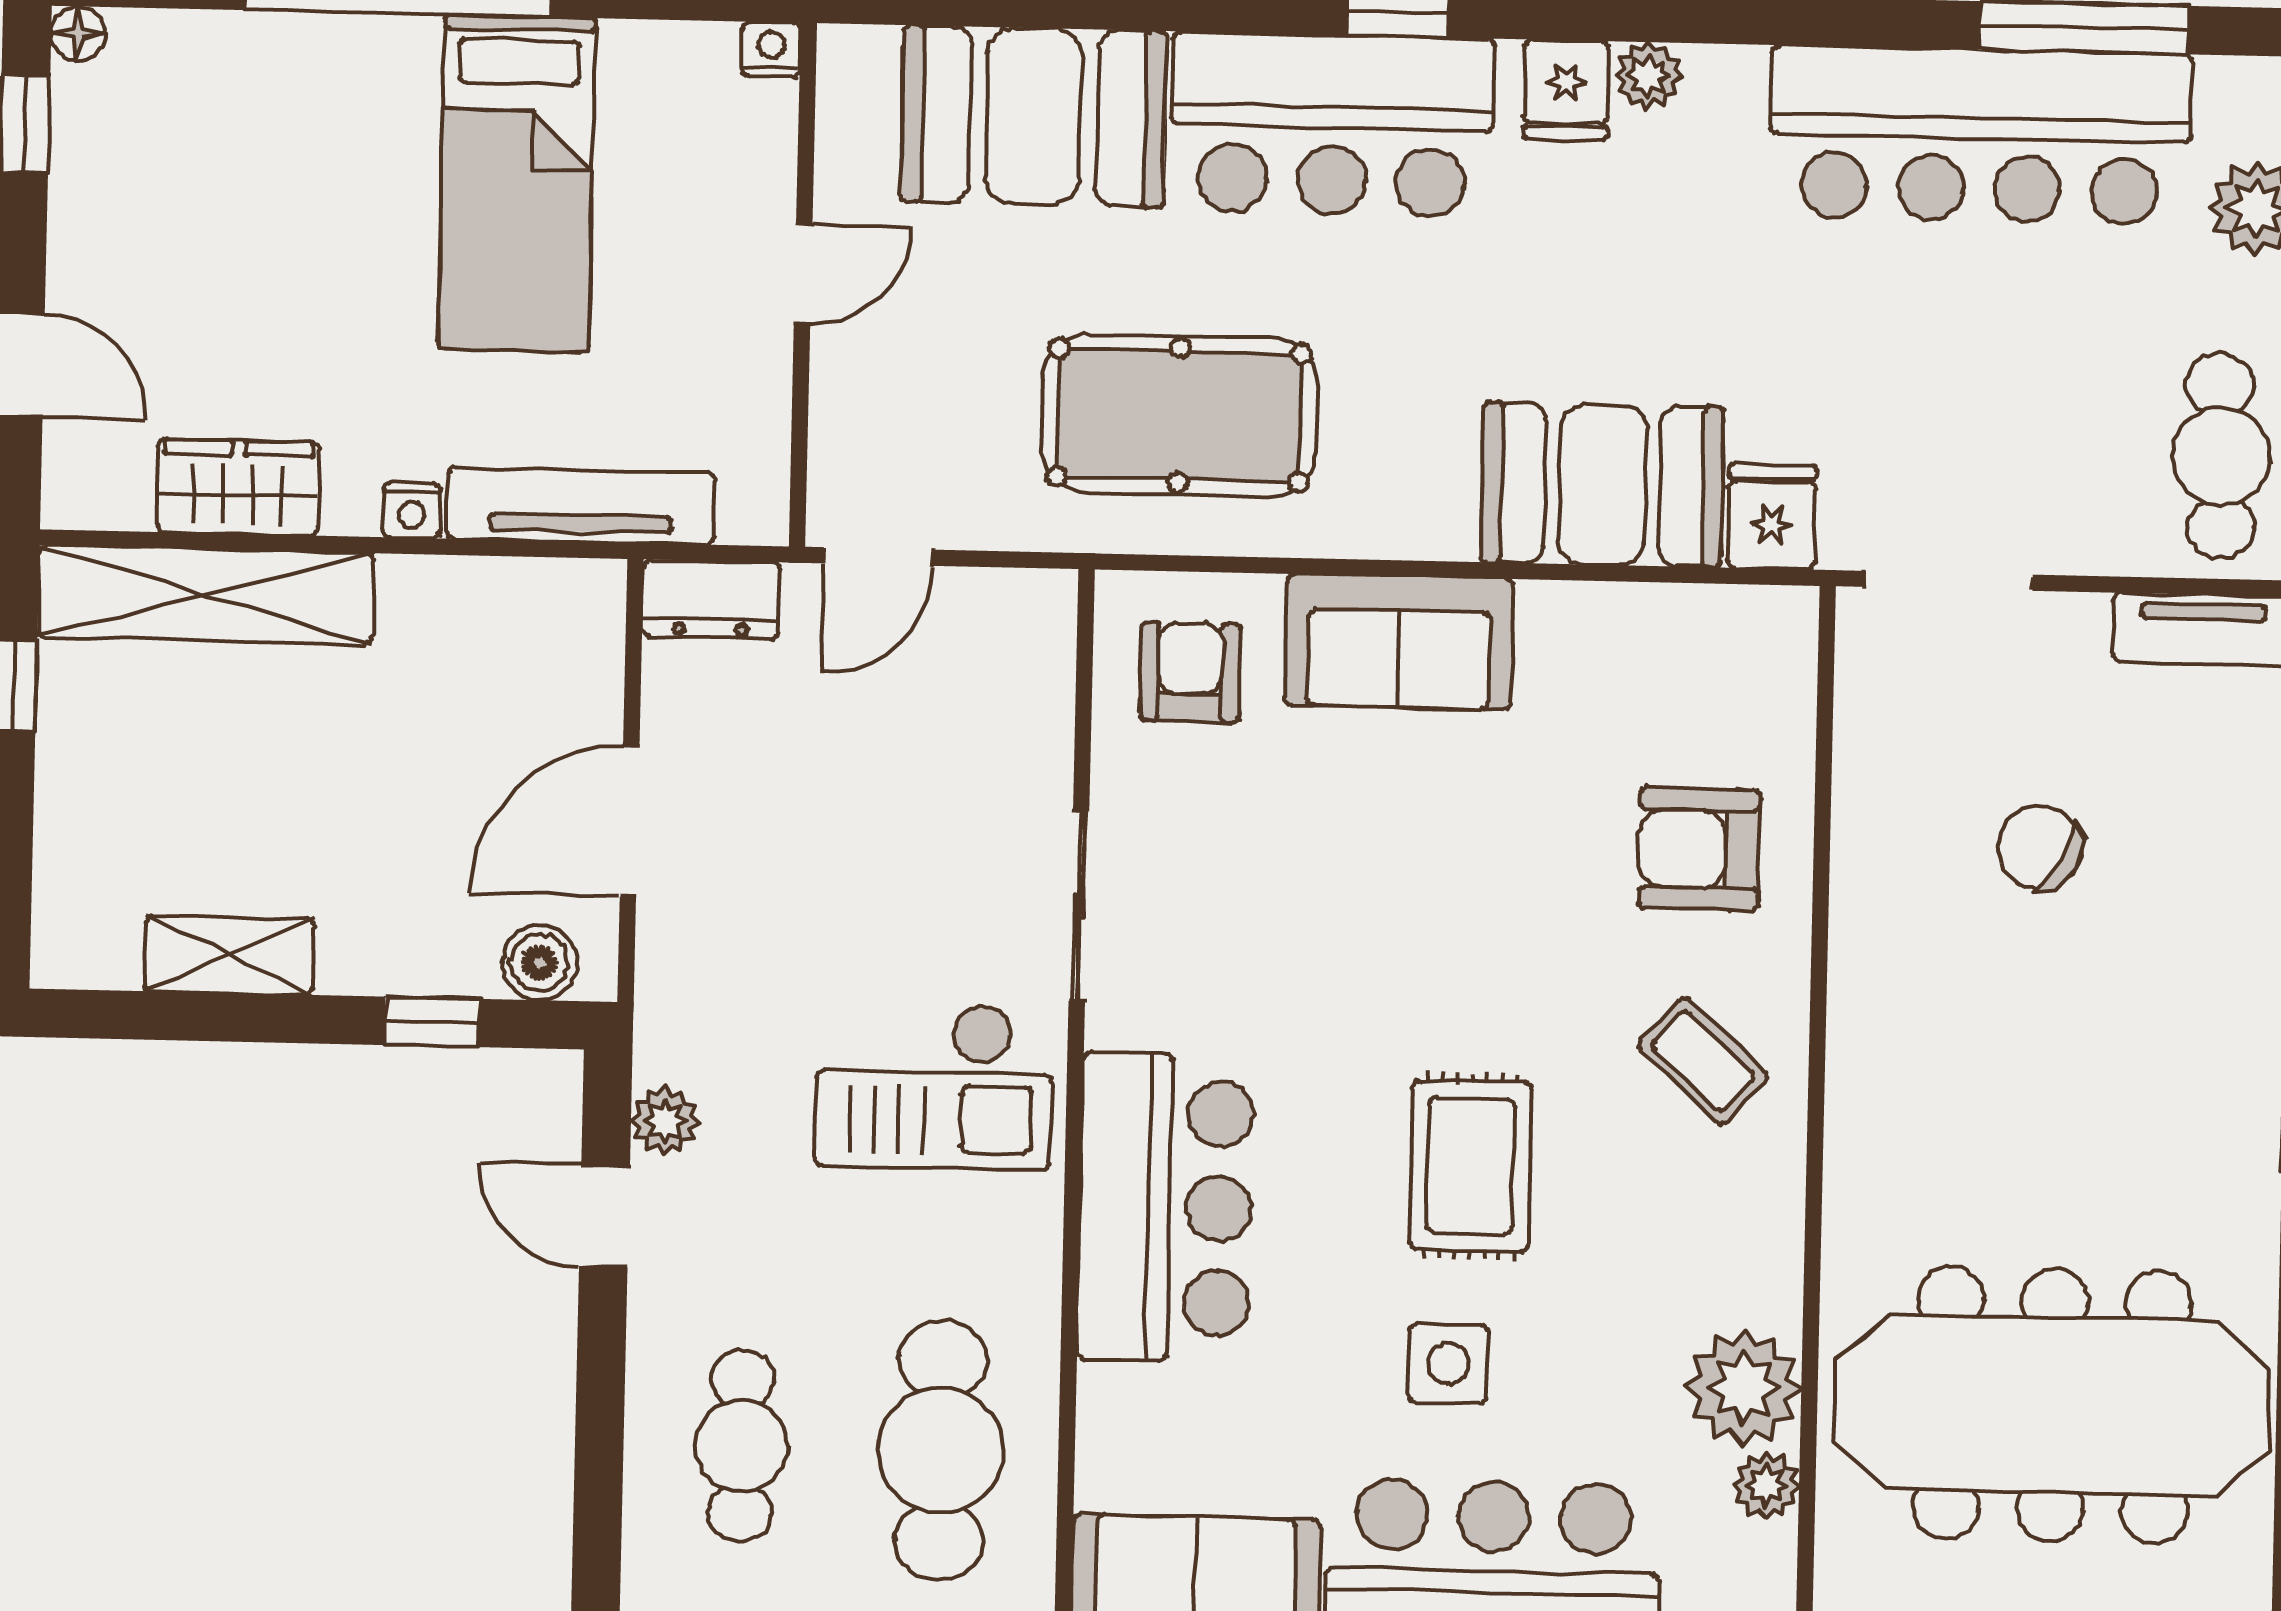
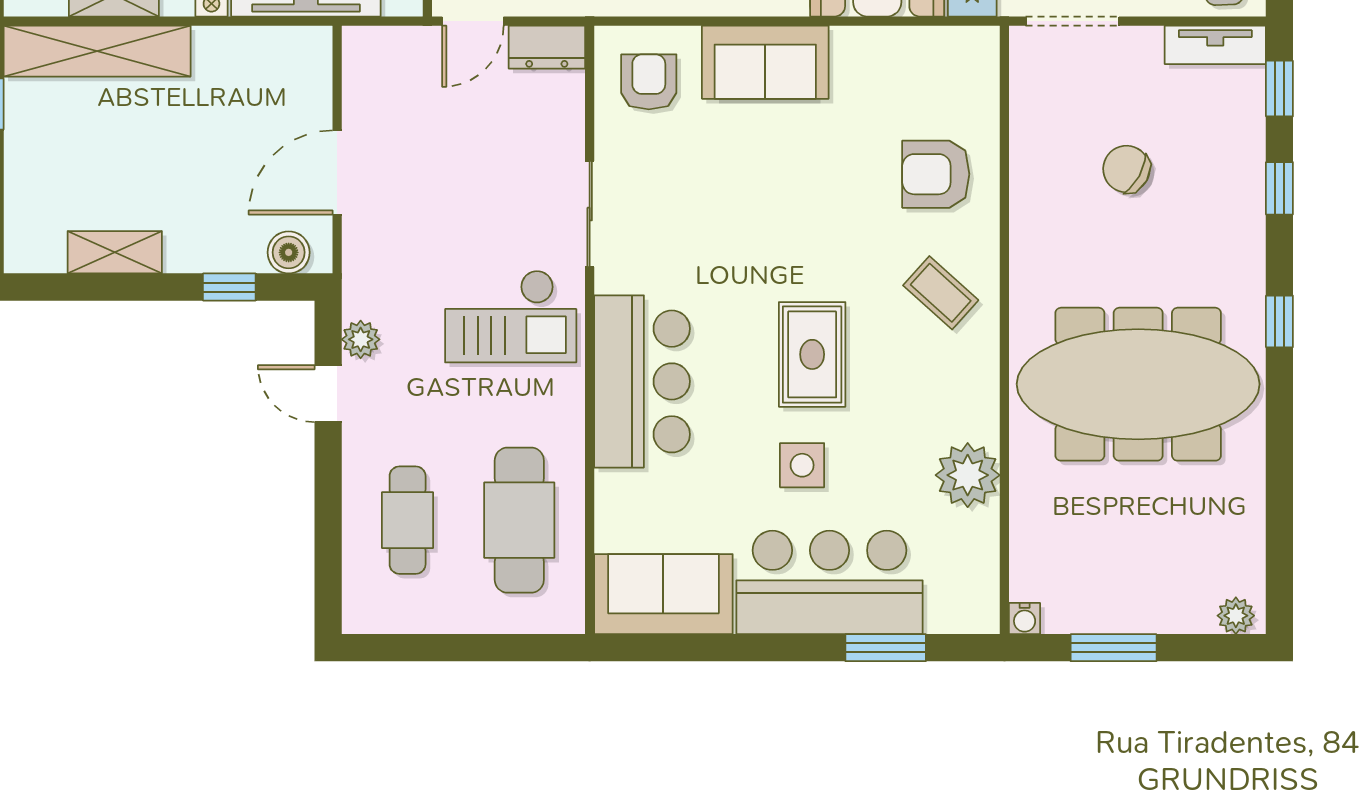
dresser: (711, 599) -> (547, 47), moved
meeting table: (2052, 1405) -> (1138, 384), moved
plant: (1766, 1485) -> (982, 529), removed

